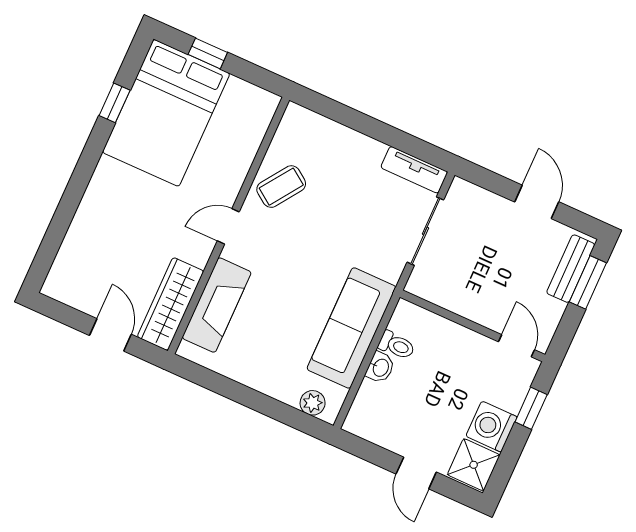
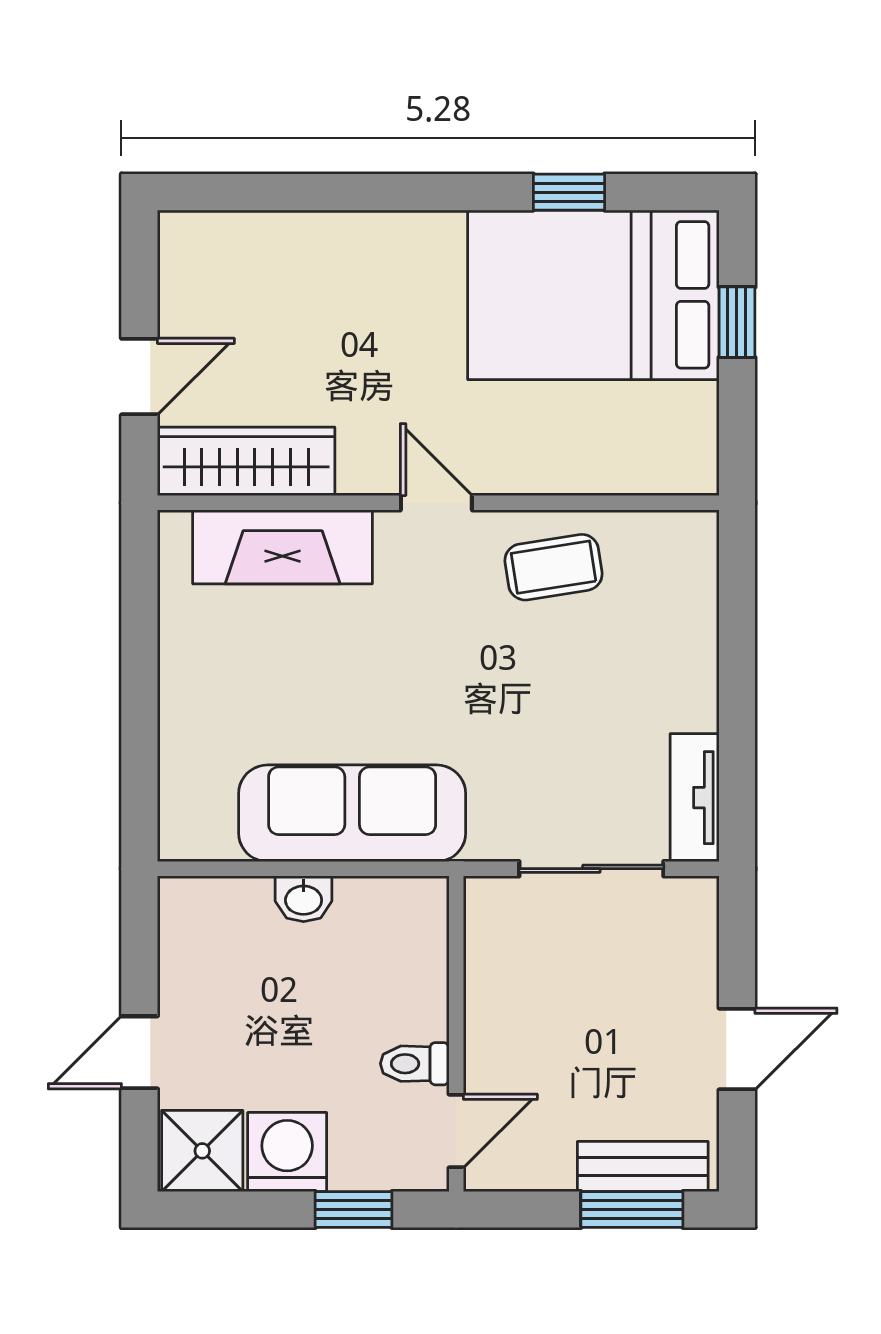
coffee table: (281, 187) -> (553, 567), turned -44
toilet: (397, 345) -> (415, 1064), moved, turned 90
plant: (313, 403) -> (182, 804), removed

